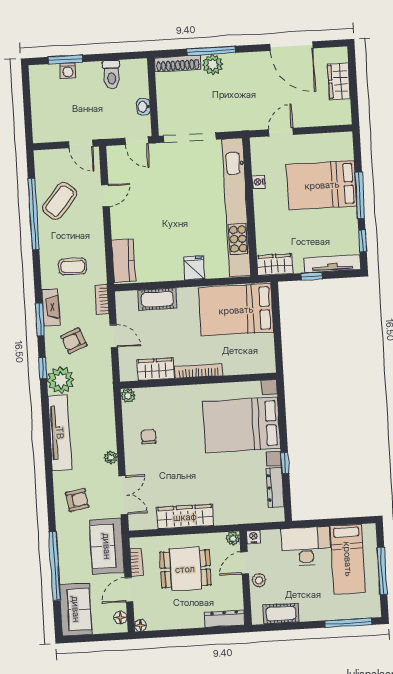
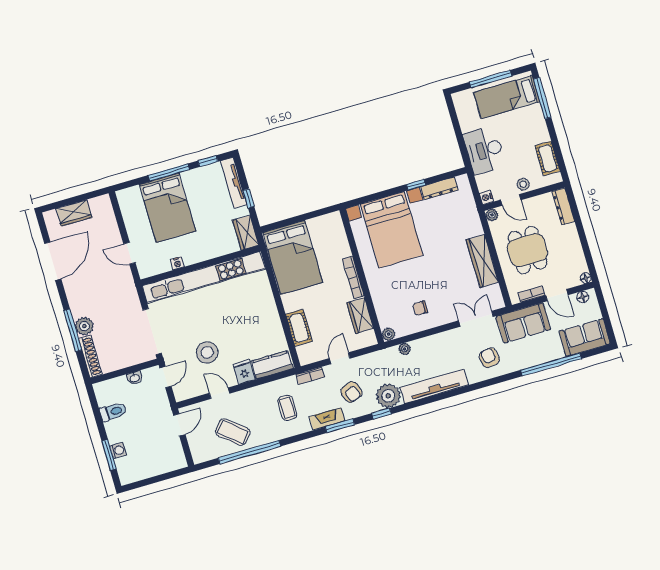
stool: (153, 192) -> (207, 352), added
fridge: (194, 268) -> (244, 372), moved, turned 90
plant: (111, 457) -> (405, 349), moved
bed: (348, 559) -> (507, 97), moved, turned 180

